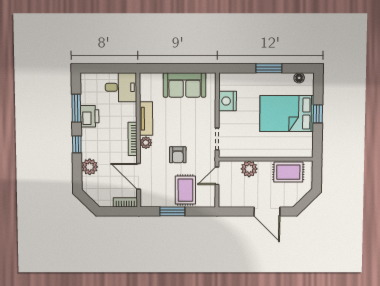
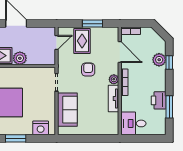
sofa: (185, 85) -> (67, 110), moved, turned 90
nightstand: (227, 101) -> (41, 128), moved, turned 90
window: (77, 144) -> (169, 62), moved
plant: (249, 169) -> (20, 58), moved
door: (217, 176) -> (57, 42), moved

